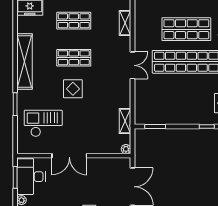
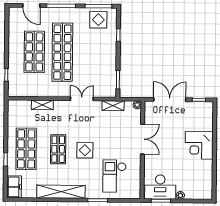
shop shelf: (74, 21) -> (26, 149), width x1.43, depth x1.36
shelving: (125, 23) -> (42, 105), moved
double door: (132, 65) -> (82, 99), moved
double door: (69, 156) -> (143, 139), moved

